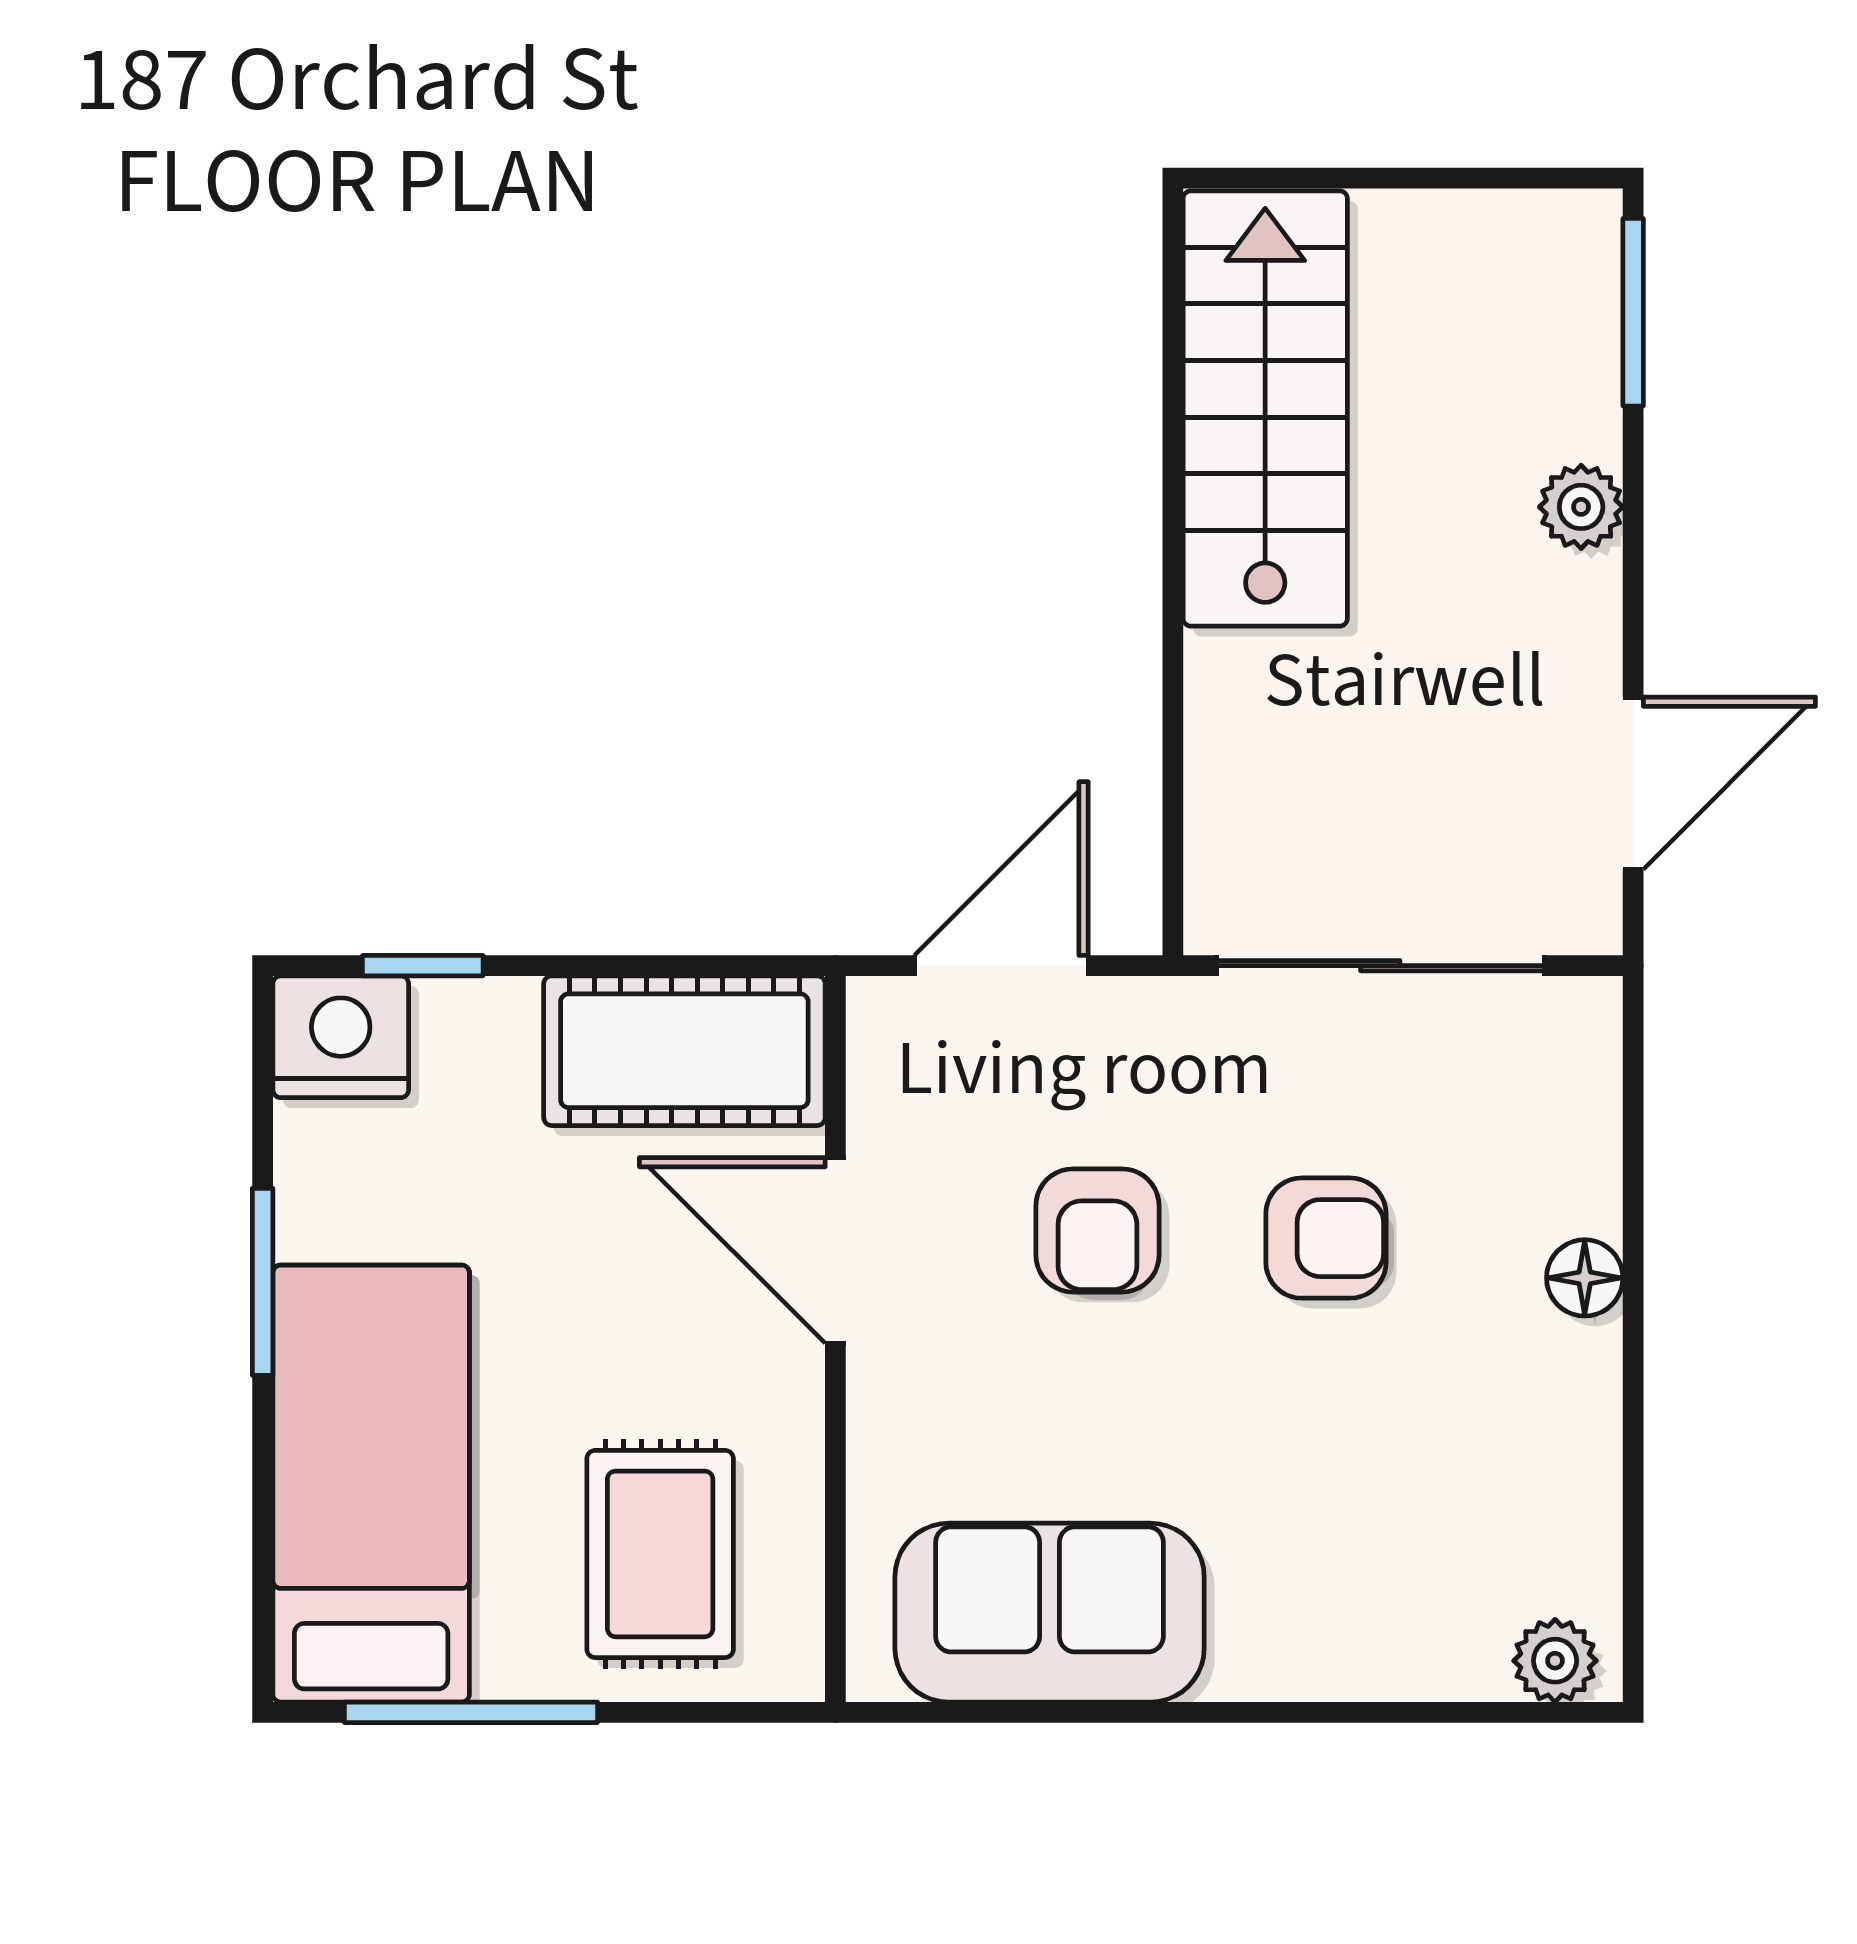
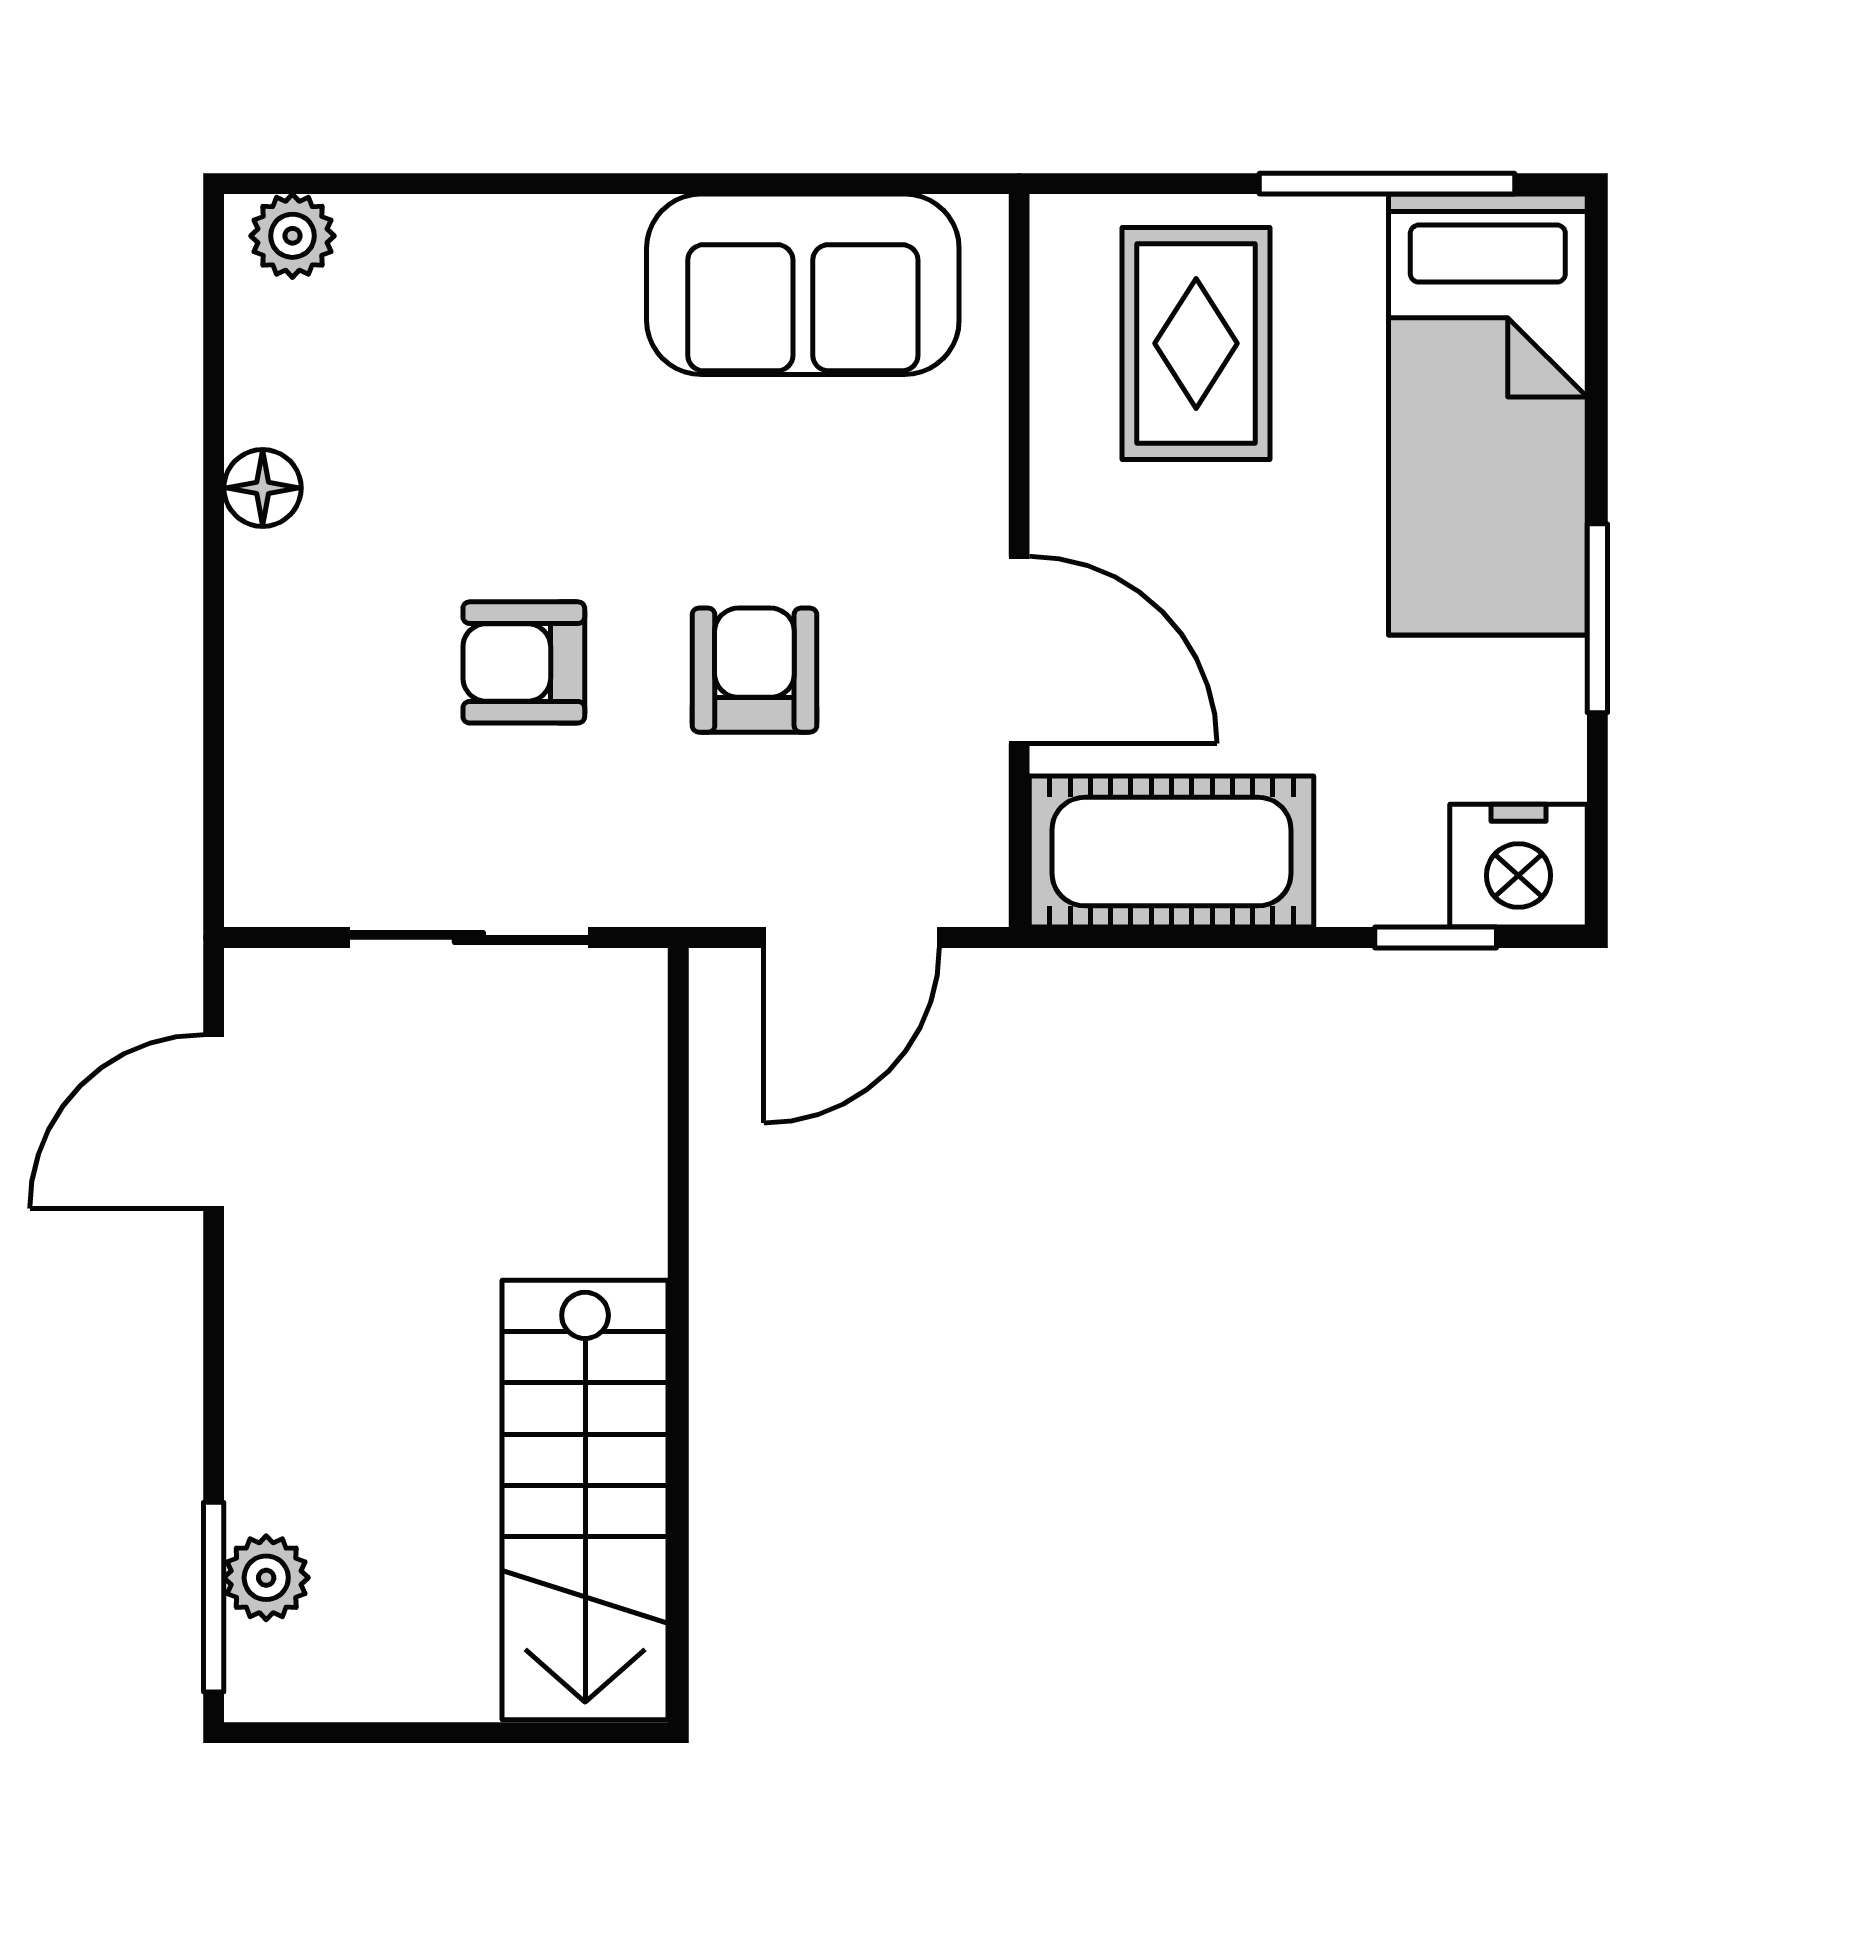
plant: (1581, 507) -> (266, 1578), moved
sliding door: (1380, 966) -> (469, 937), width x0.73
floor lamp: (1585, 1278) -> (263, 488), moved

